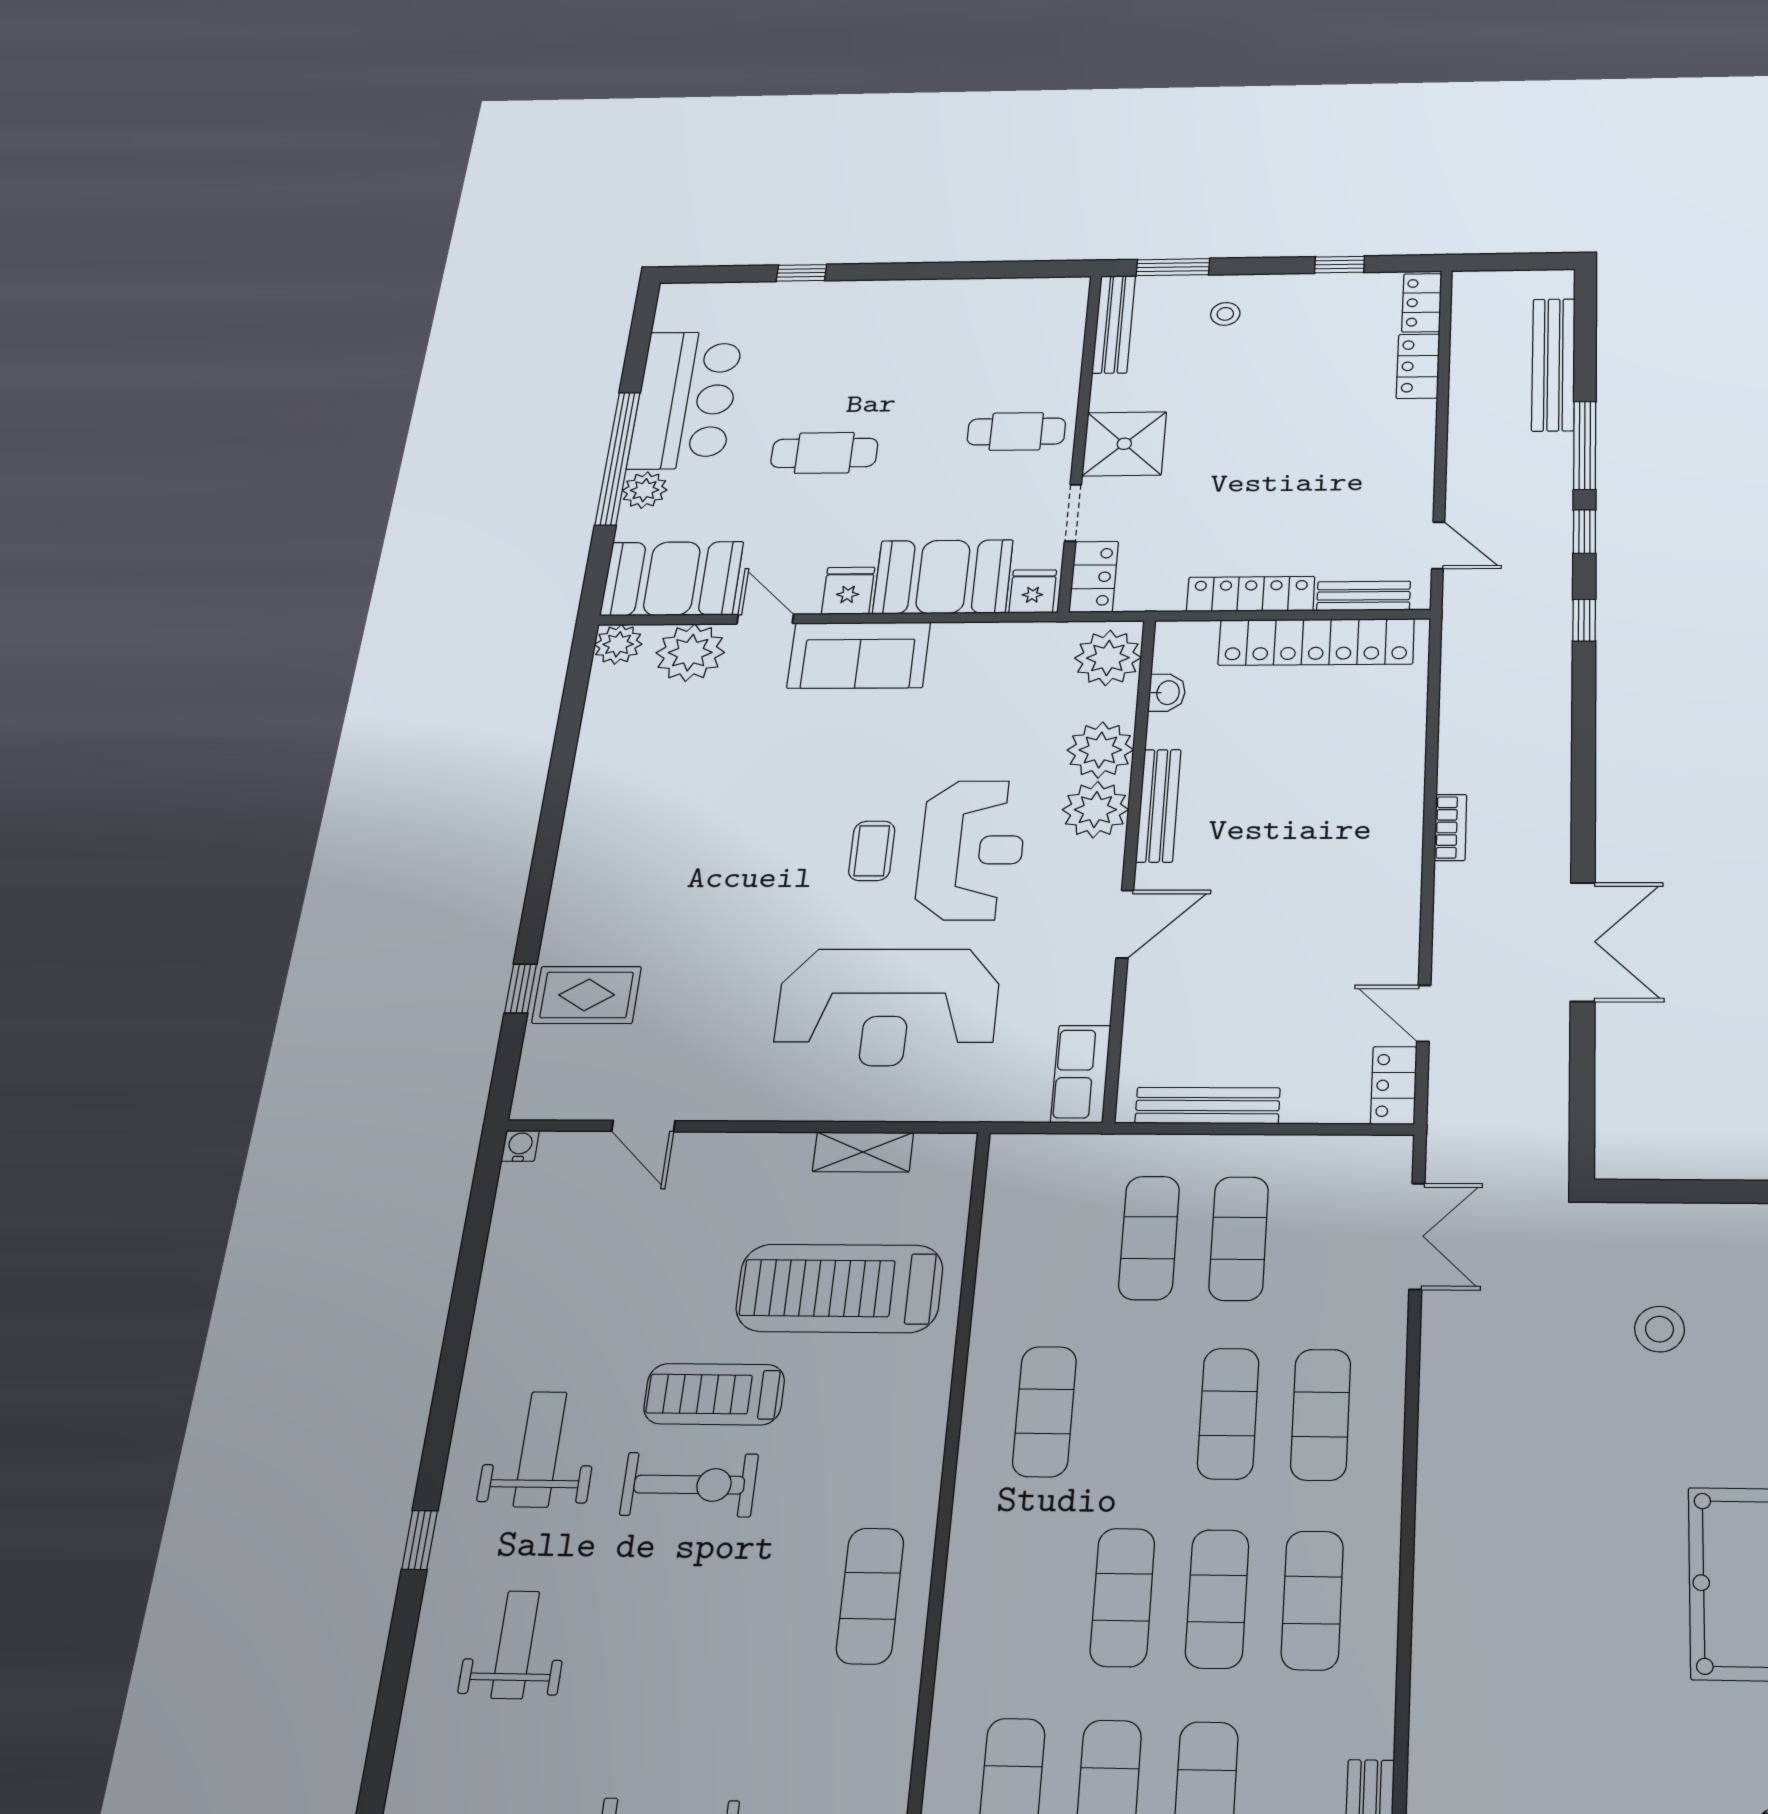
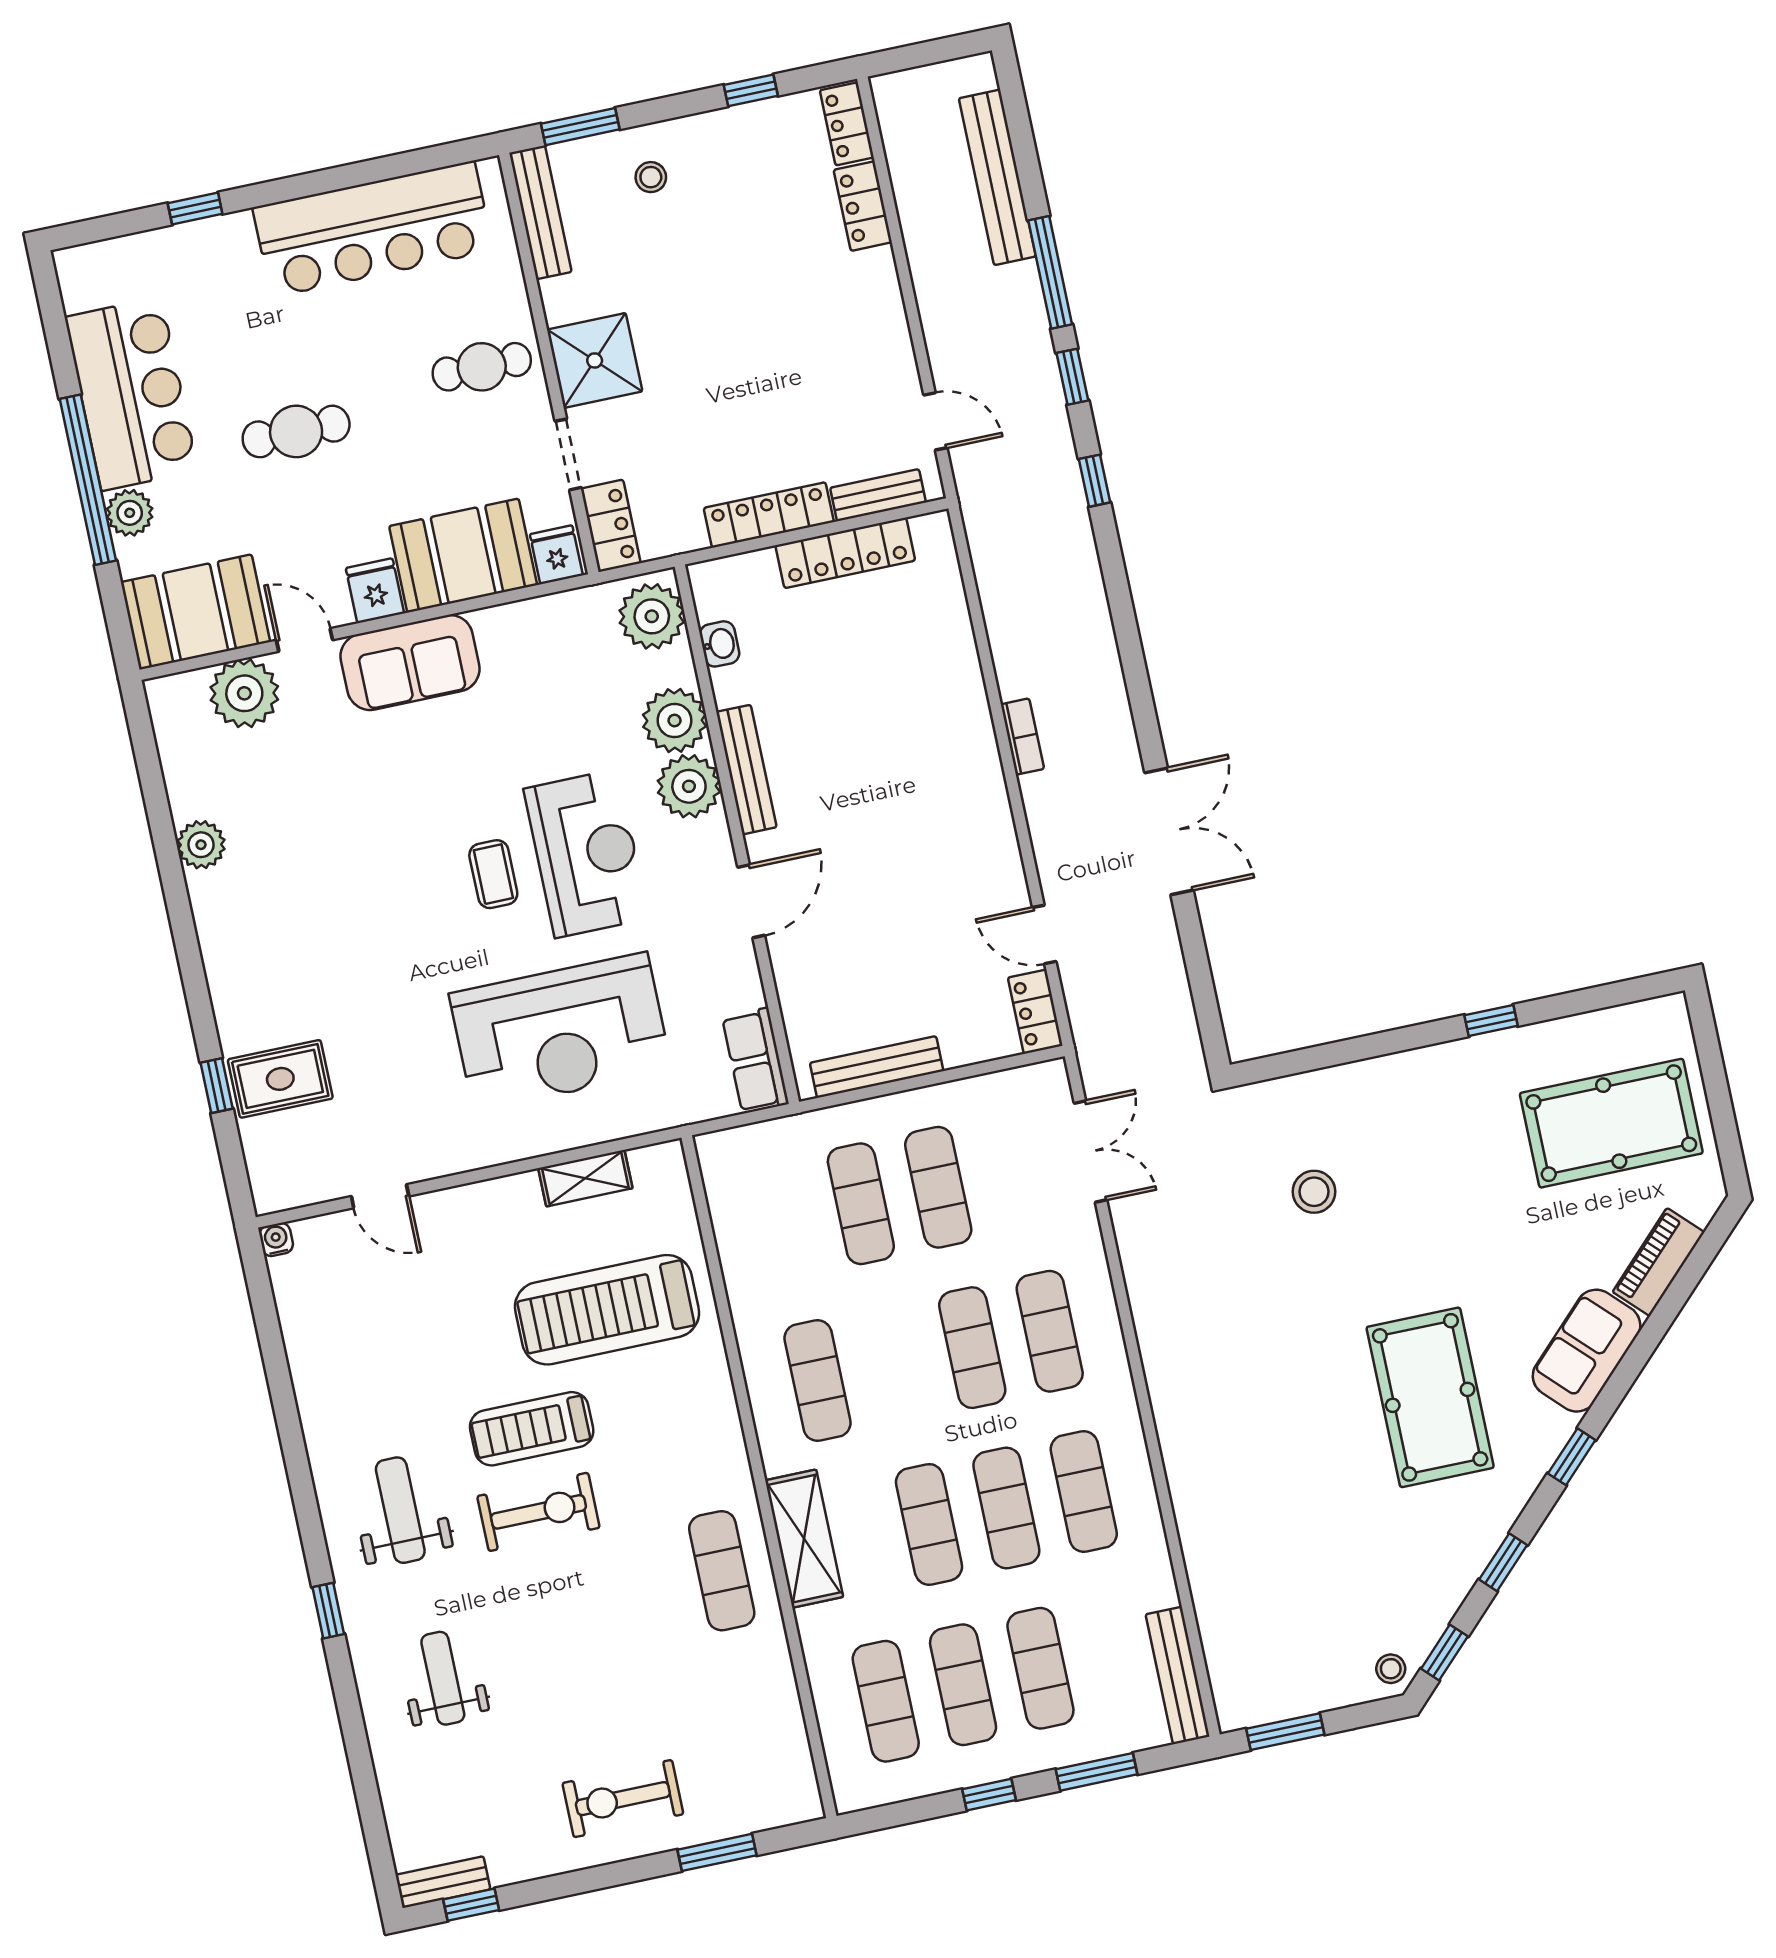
bar counter: (956, 313) -> (373, 229), added
locker: (1316, 642) -> (845, 553), width x0.71, depth x0.83
plant: (618, 644) -> (201, 845), moved
shelving: (975, 1581) -> (804, 1539), added

